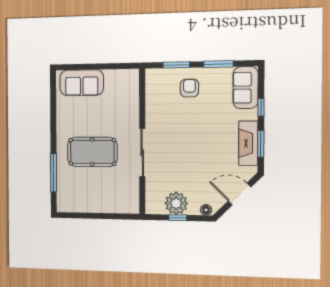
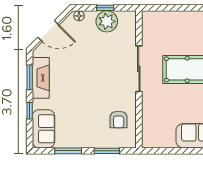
armchair: (189, 88) -> (119, 120), moved

